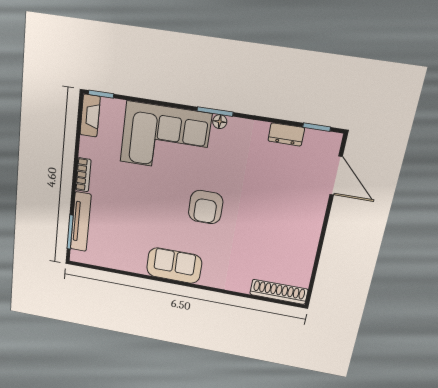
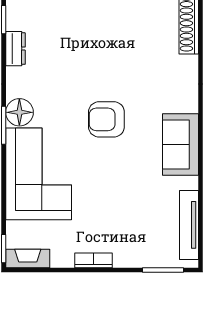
floor lamp: (220, 122) -> (19, 112), width x1.89, depth x1.89
armchair: (206, 207) -> (106, 119), turned 180
tv unit: (81, 222) -> (189, 225), moved, turned -90

